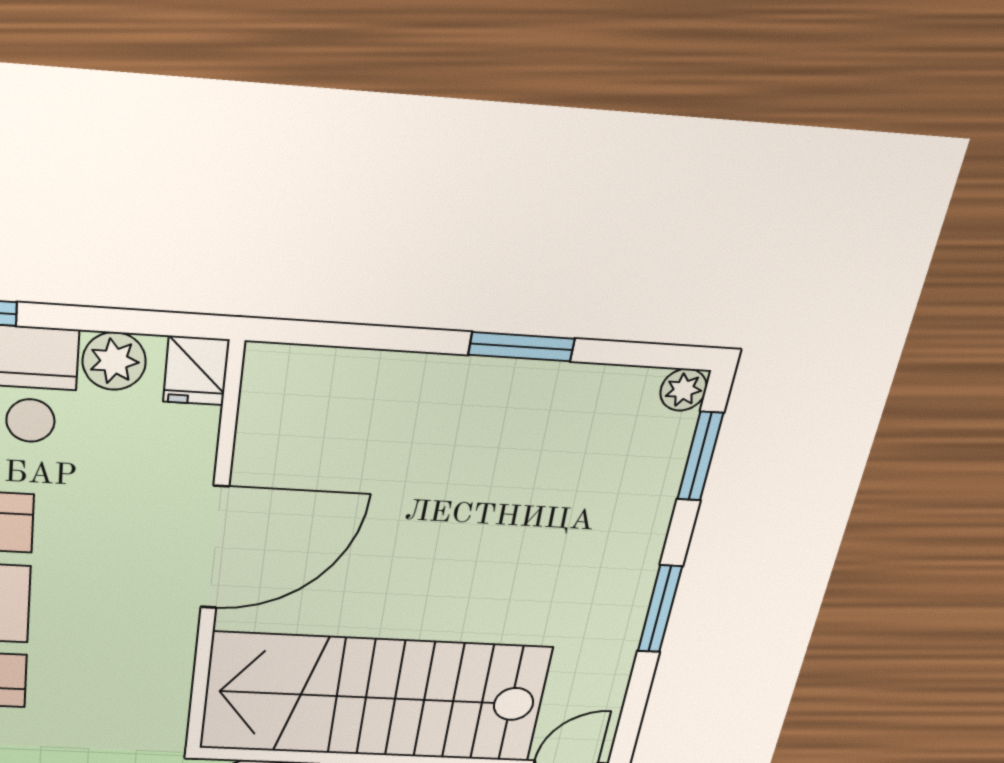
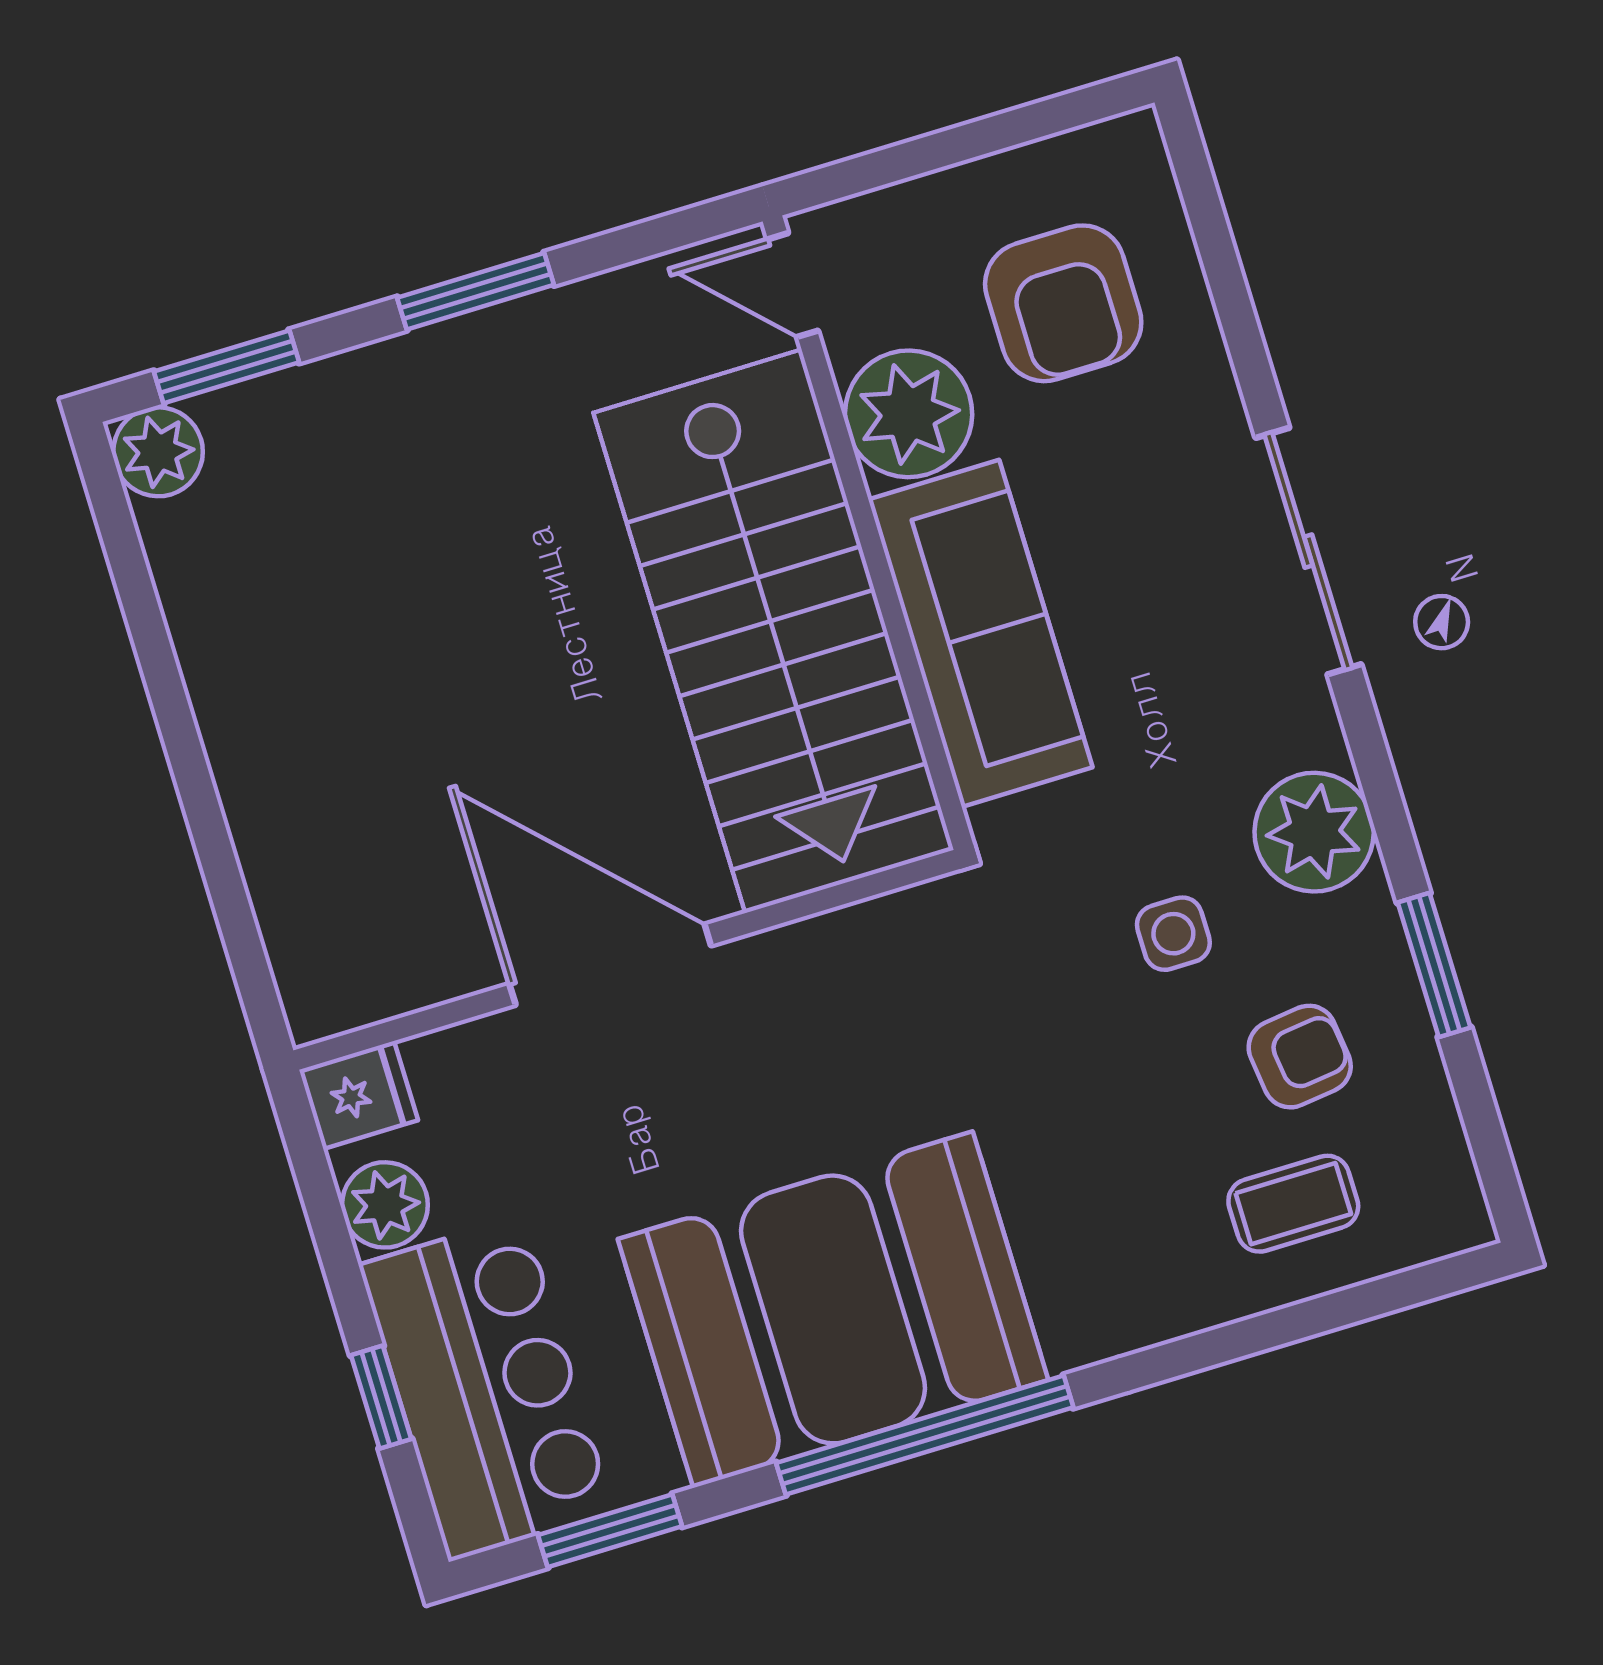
window: (521, 347) -> (166, 690), removed
plant: (683, 390) -> (158, 452), width x1.38, depth x1.38

